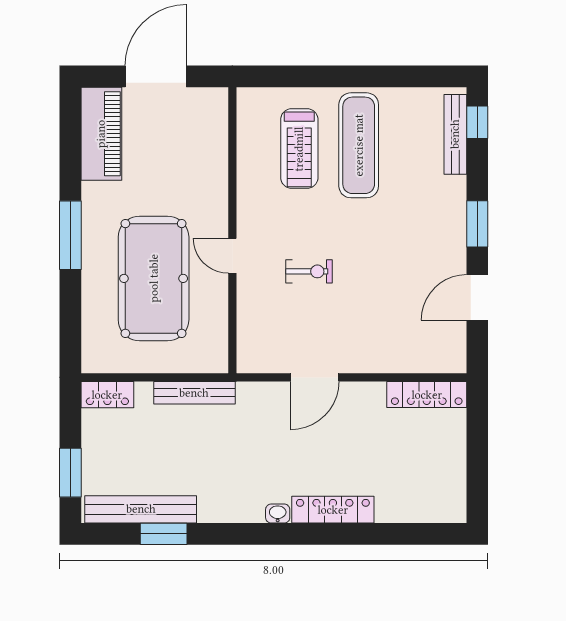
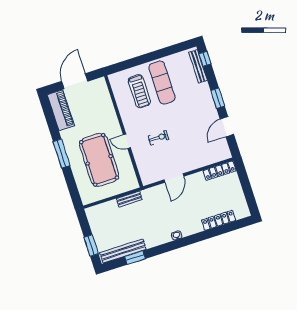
bench: (194, 393) -> (129, 199), width x0.73
locker: (107, 395) -> (96, 211), removed
locker: (333, 510) -> (219, 220), moved

